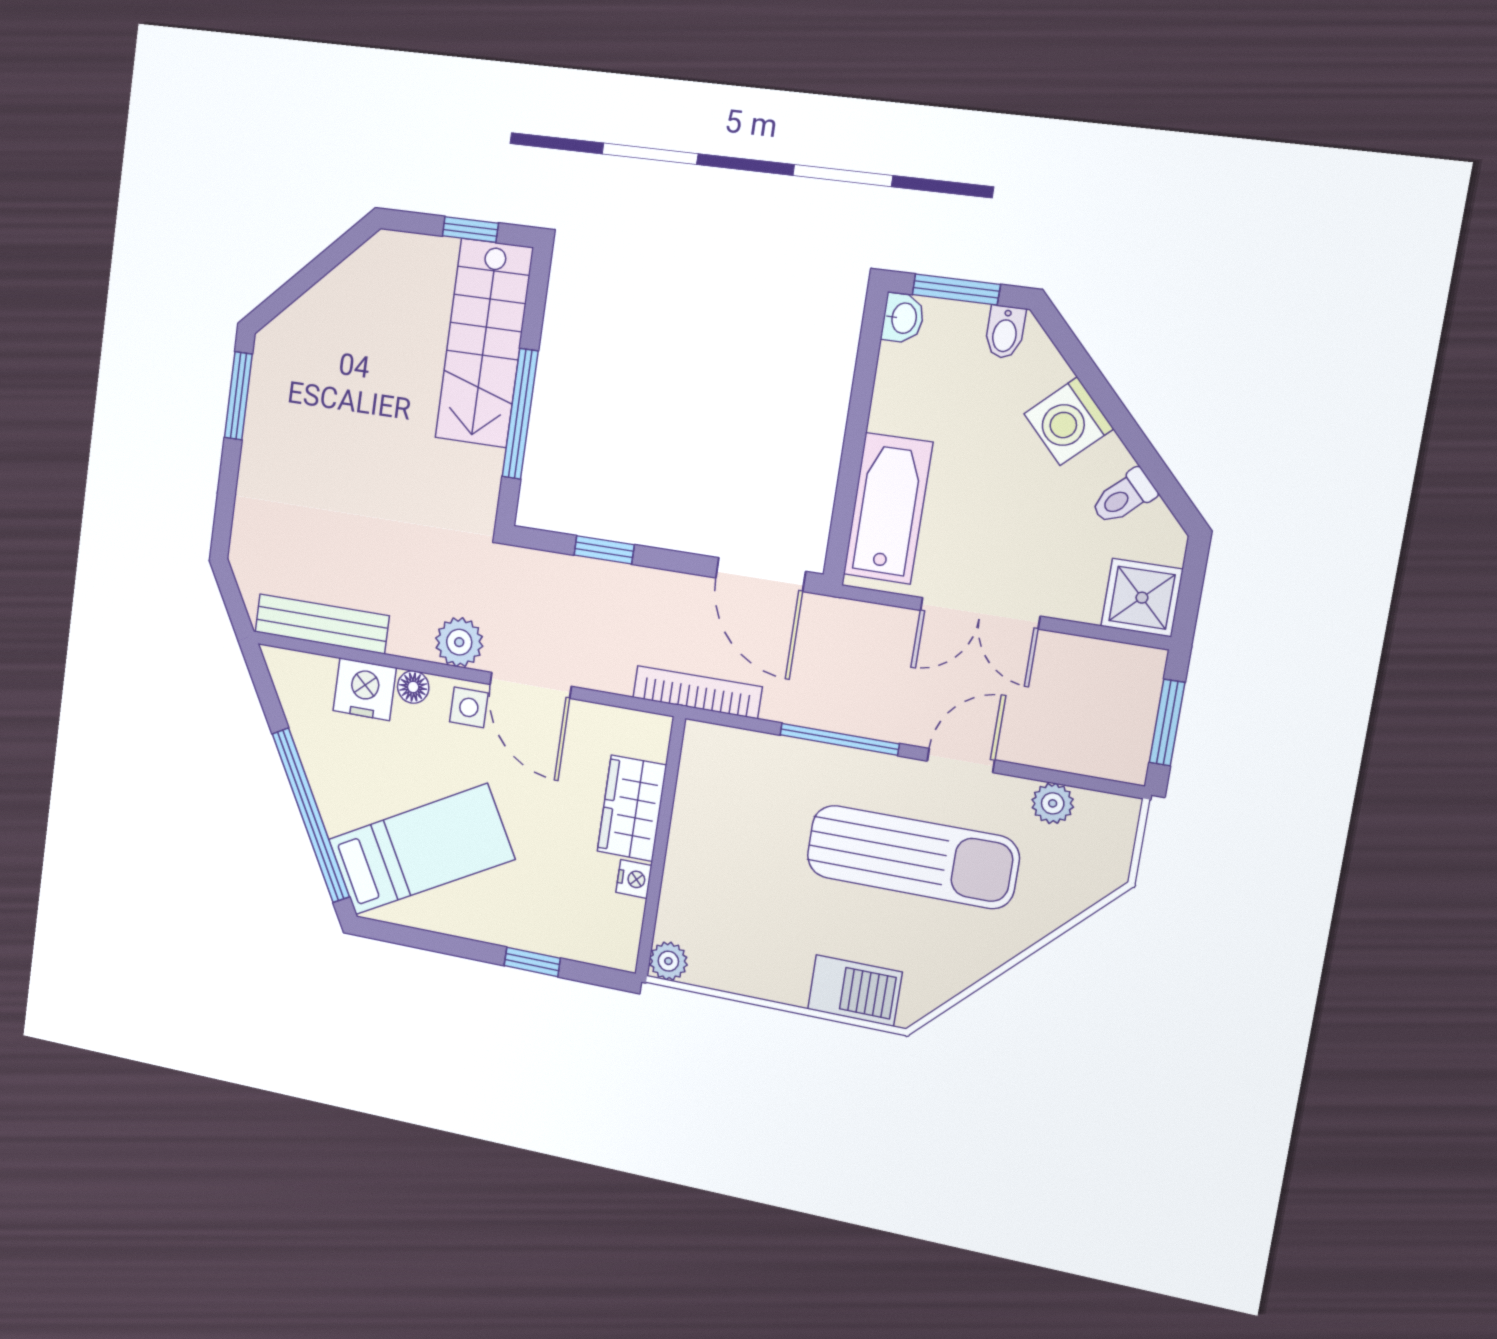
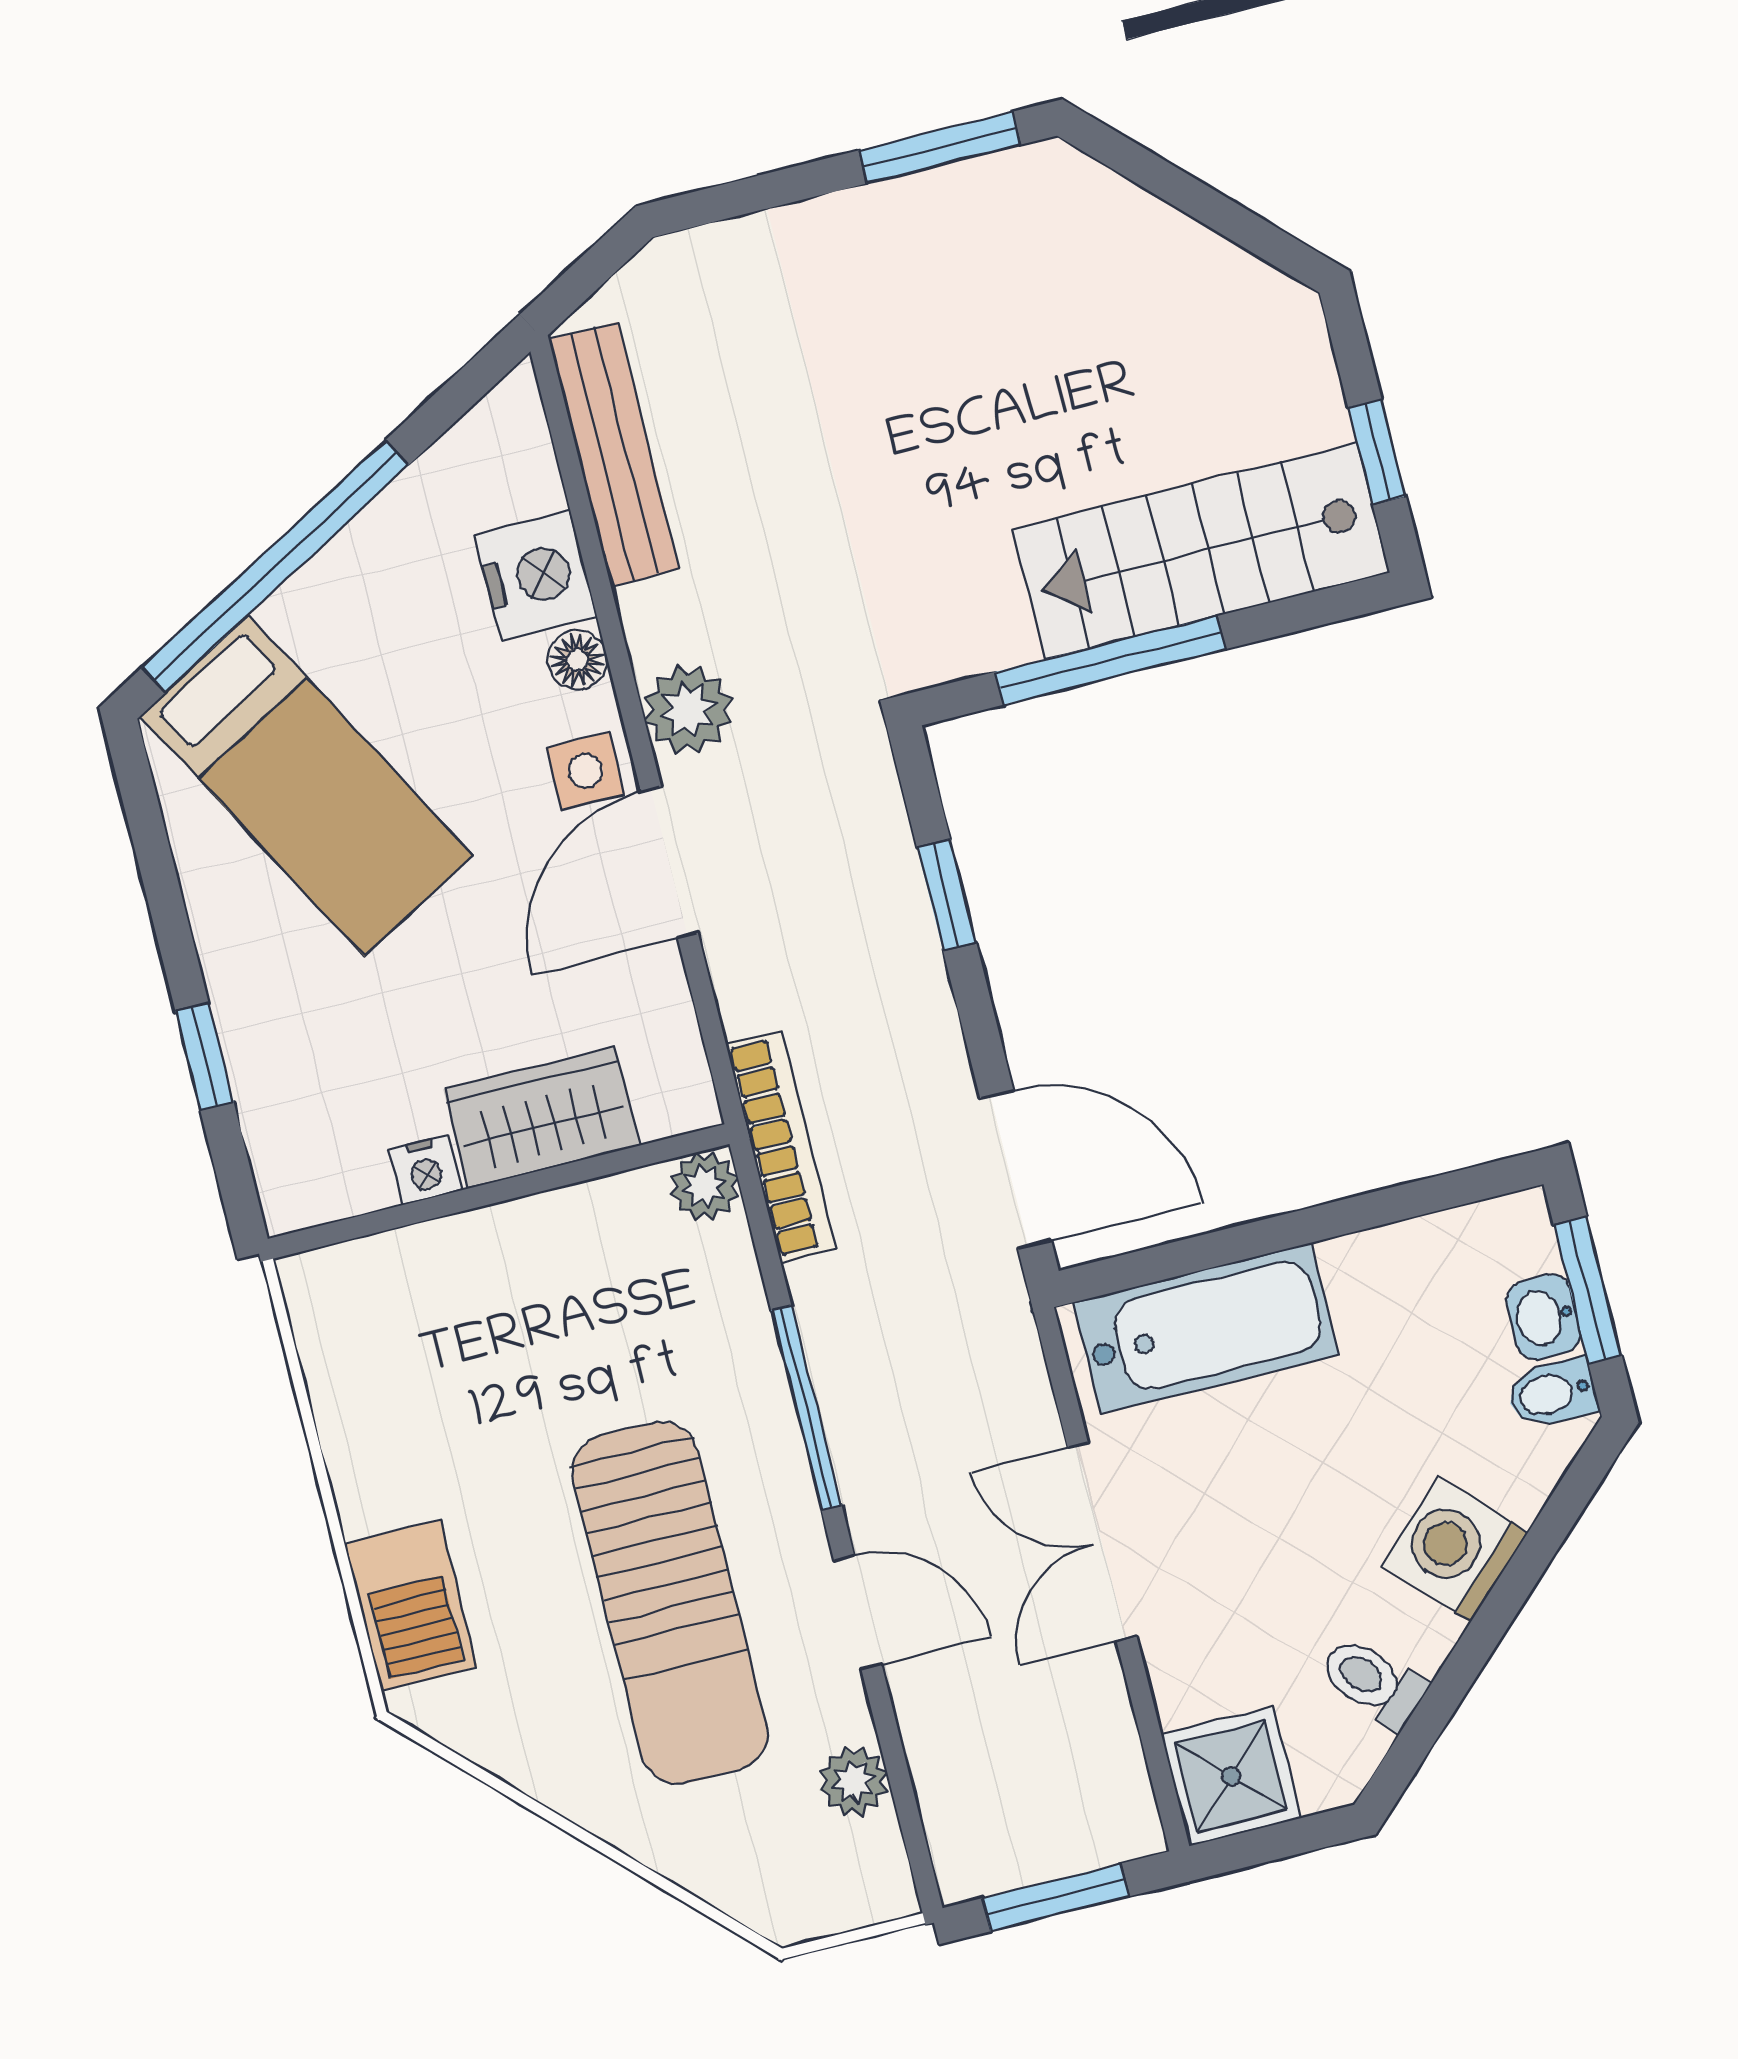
washbasin: (903, 318) -> (1543, 1317), moved, turned 90
door: (761, 575) -> (1016, 1170), swing flipped
plant: (668, 961) -> (704, 1186), moved

